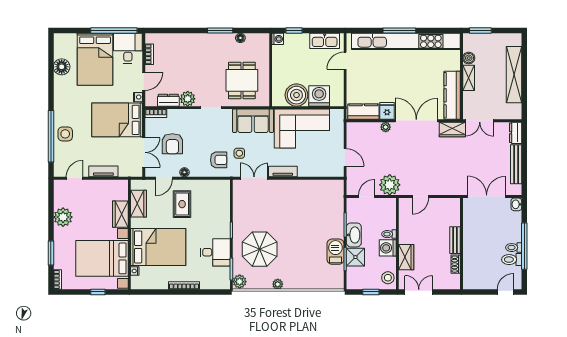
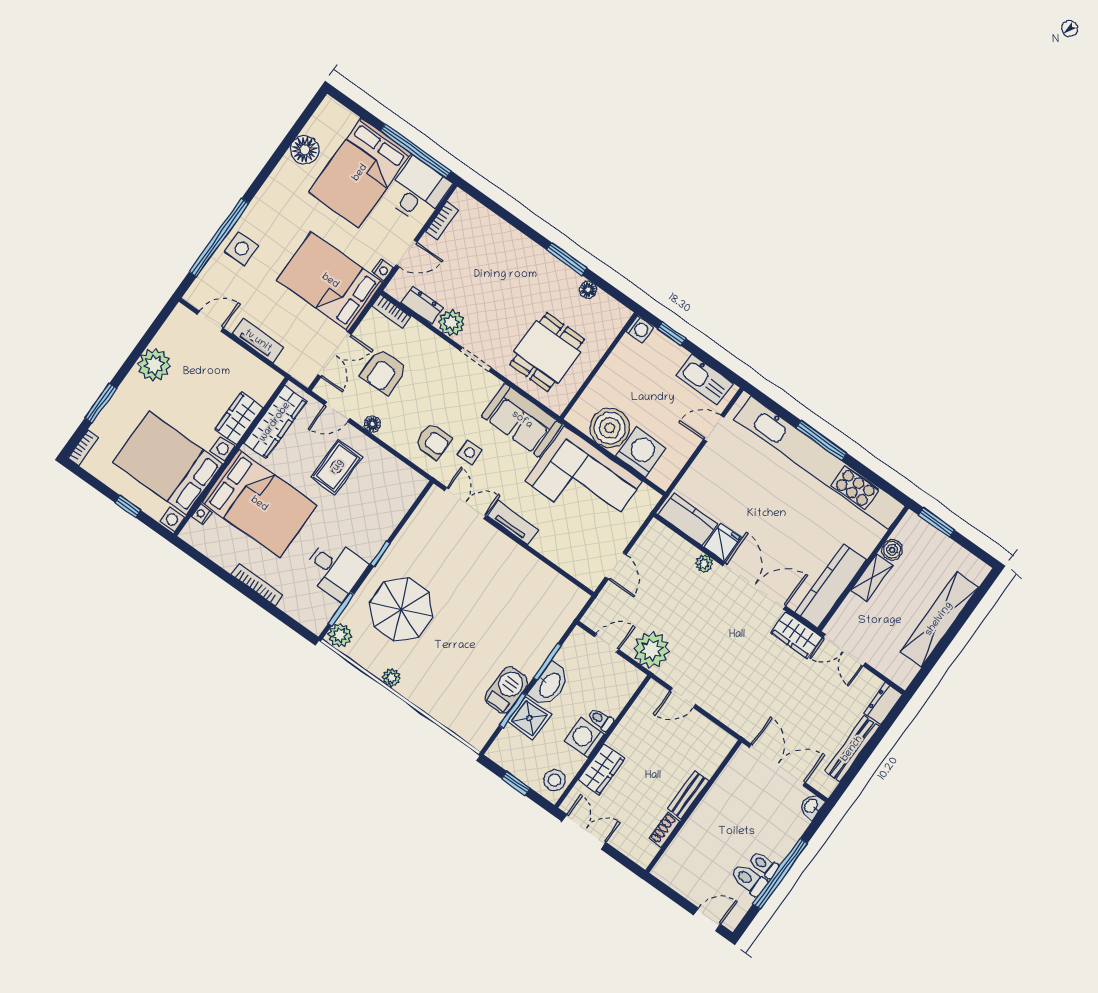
wardrobe: (139, 204) -> (275, 422), width x1.50

